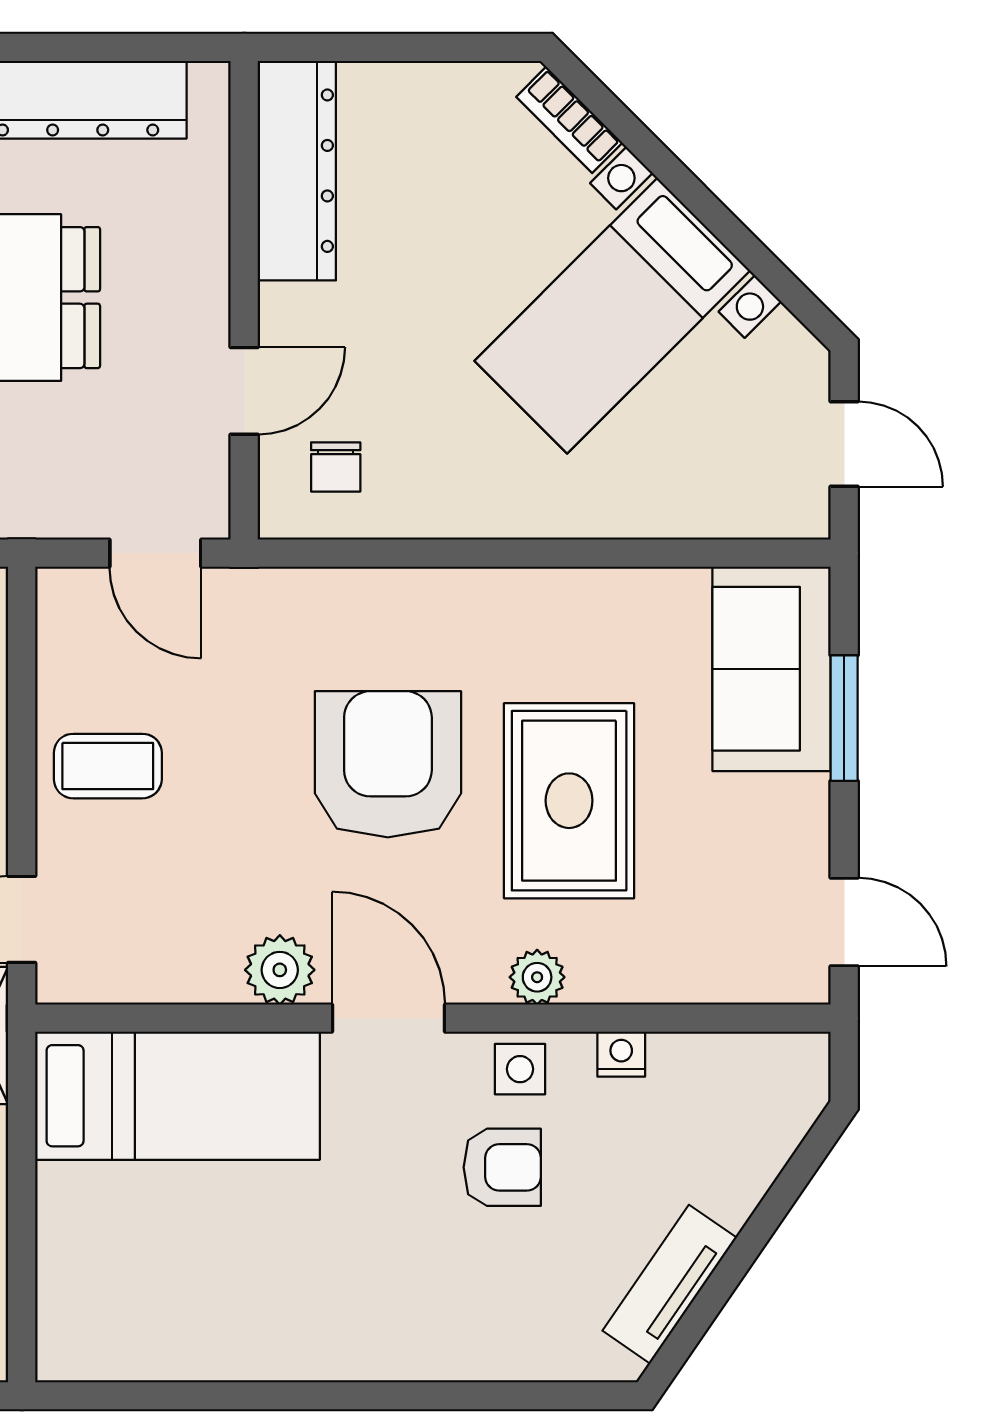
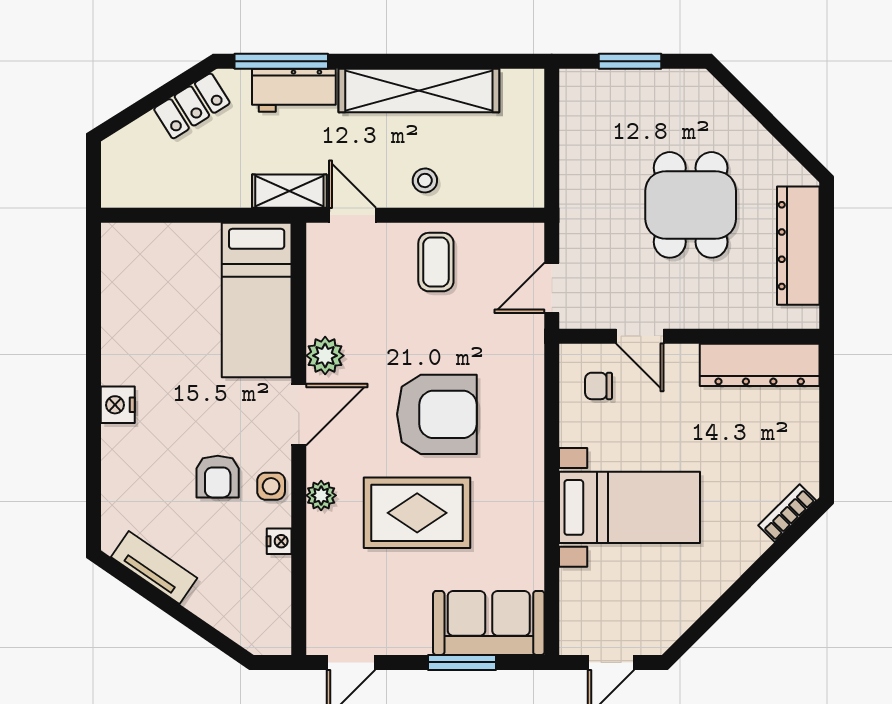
bed with nightstands: (612, 316) -> (630, 507), moved, turned 135
nightstand: (370, 1351) -> (118, 405), added

